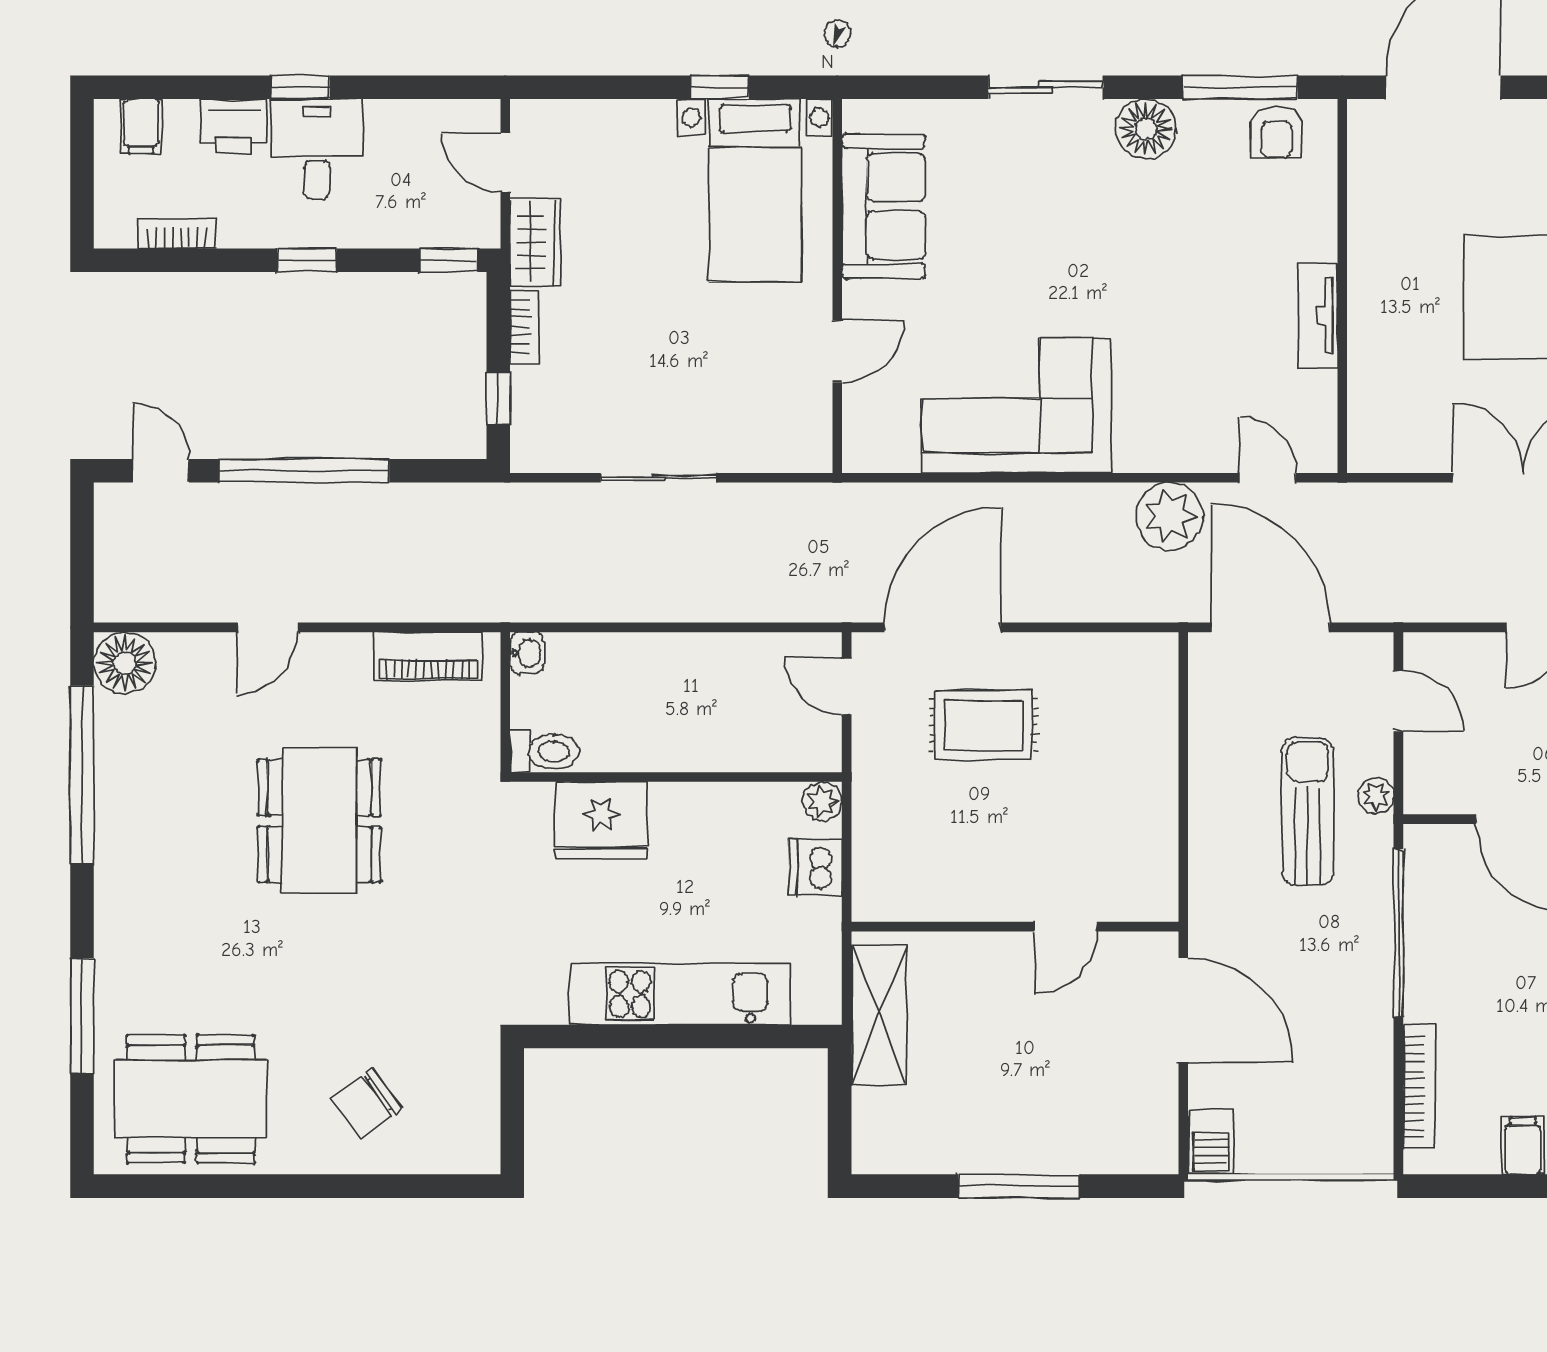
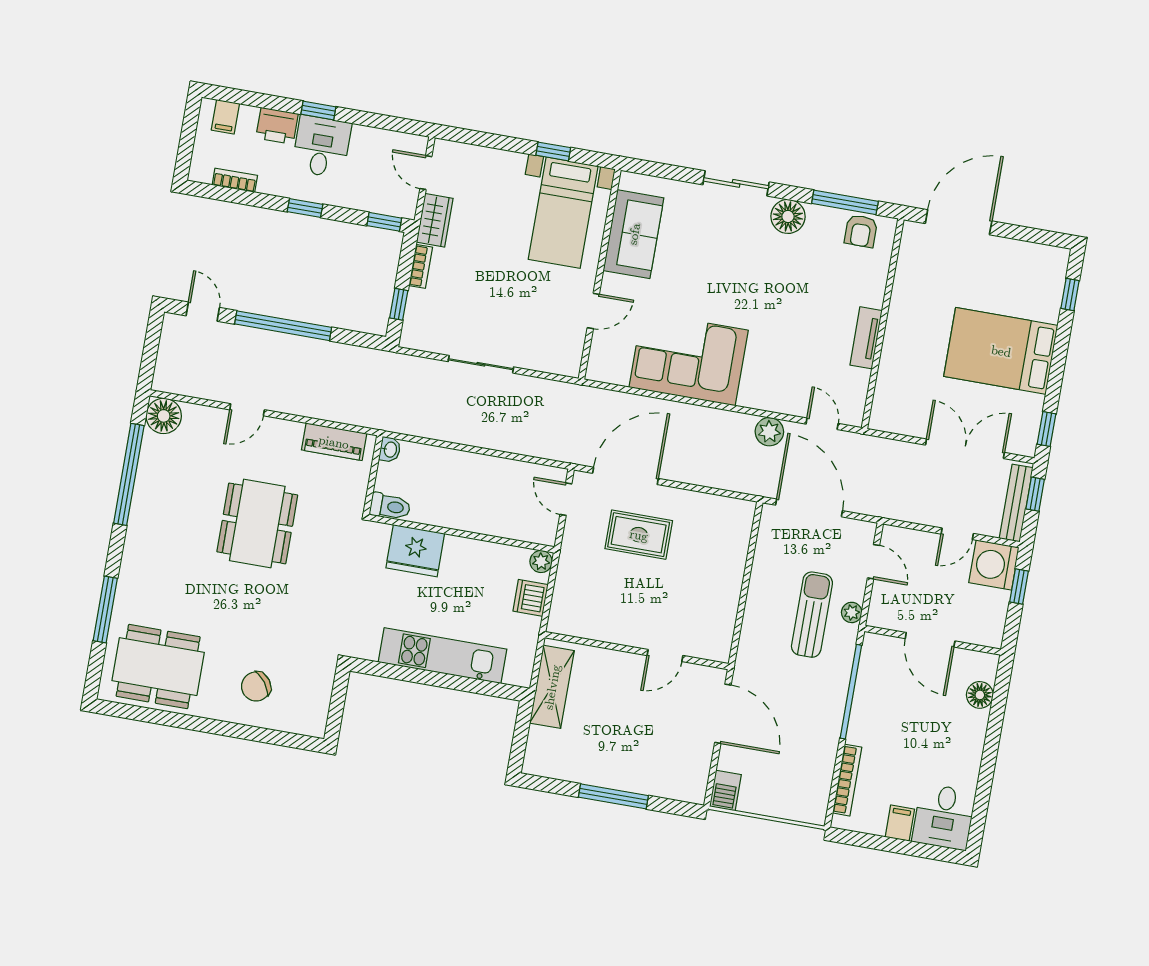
plant: (1170, 516) -> (769, 432), width x0.73, depth x0.73

